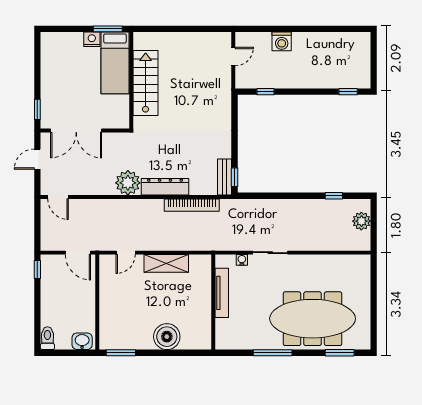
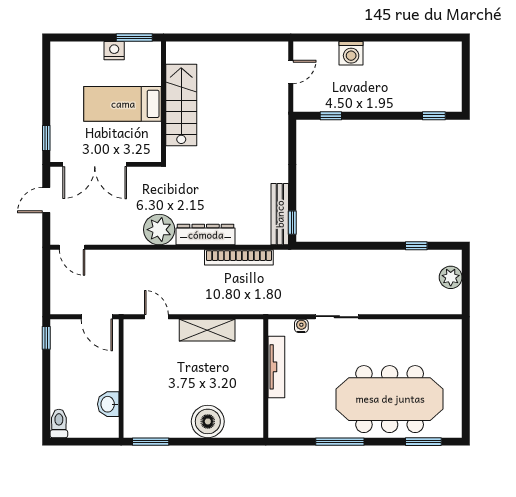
bed: (115, 63) -> (123, 104), moved, turned 90
bench: (225, 177) -> (280, 214), width x1.36
door: (126, 253) -> (156, 317), swing flipped
washbasin: (82, 341) -> (108, 404), moved, turned -90

